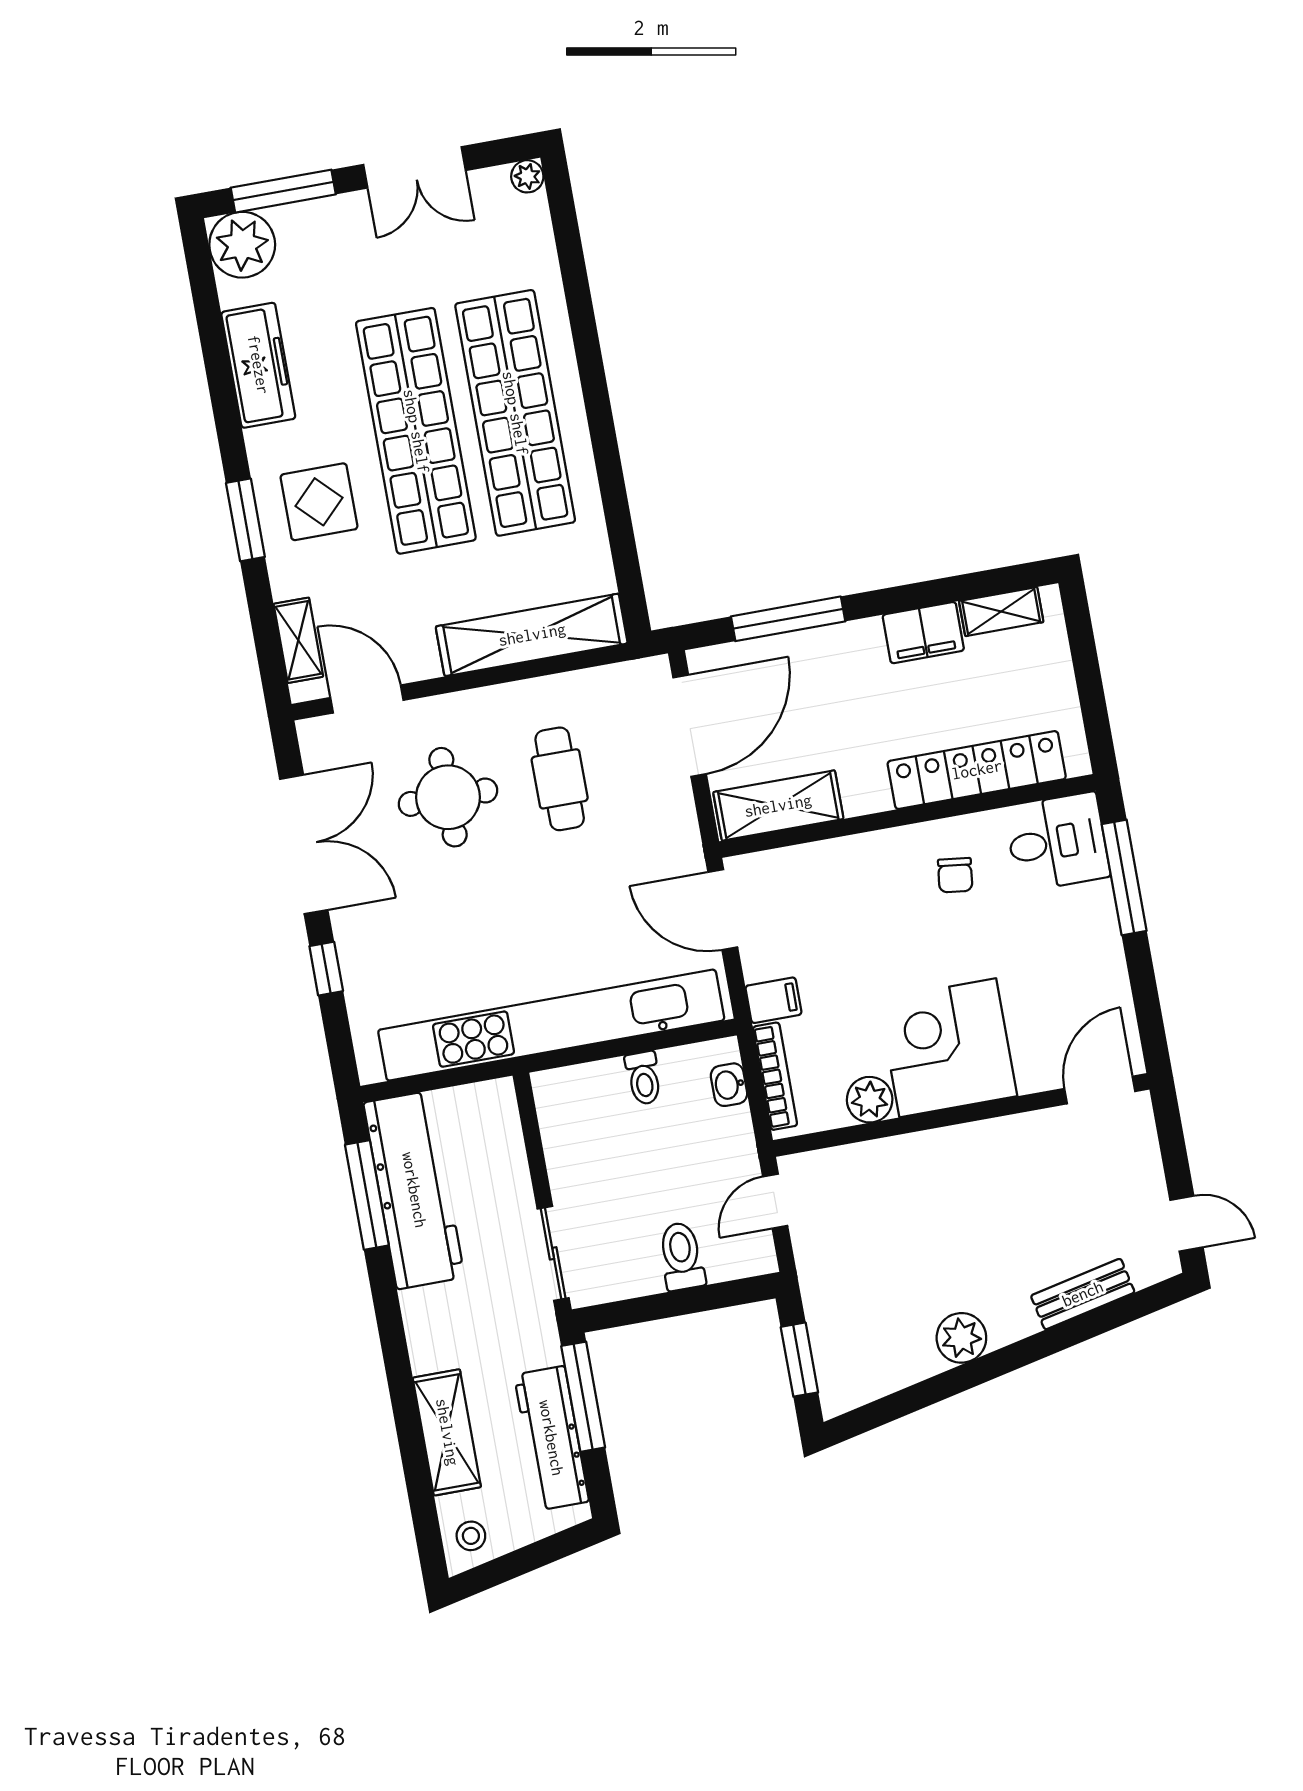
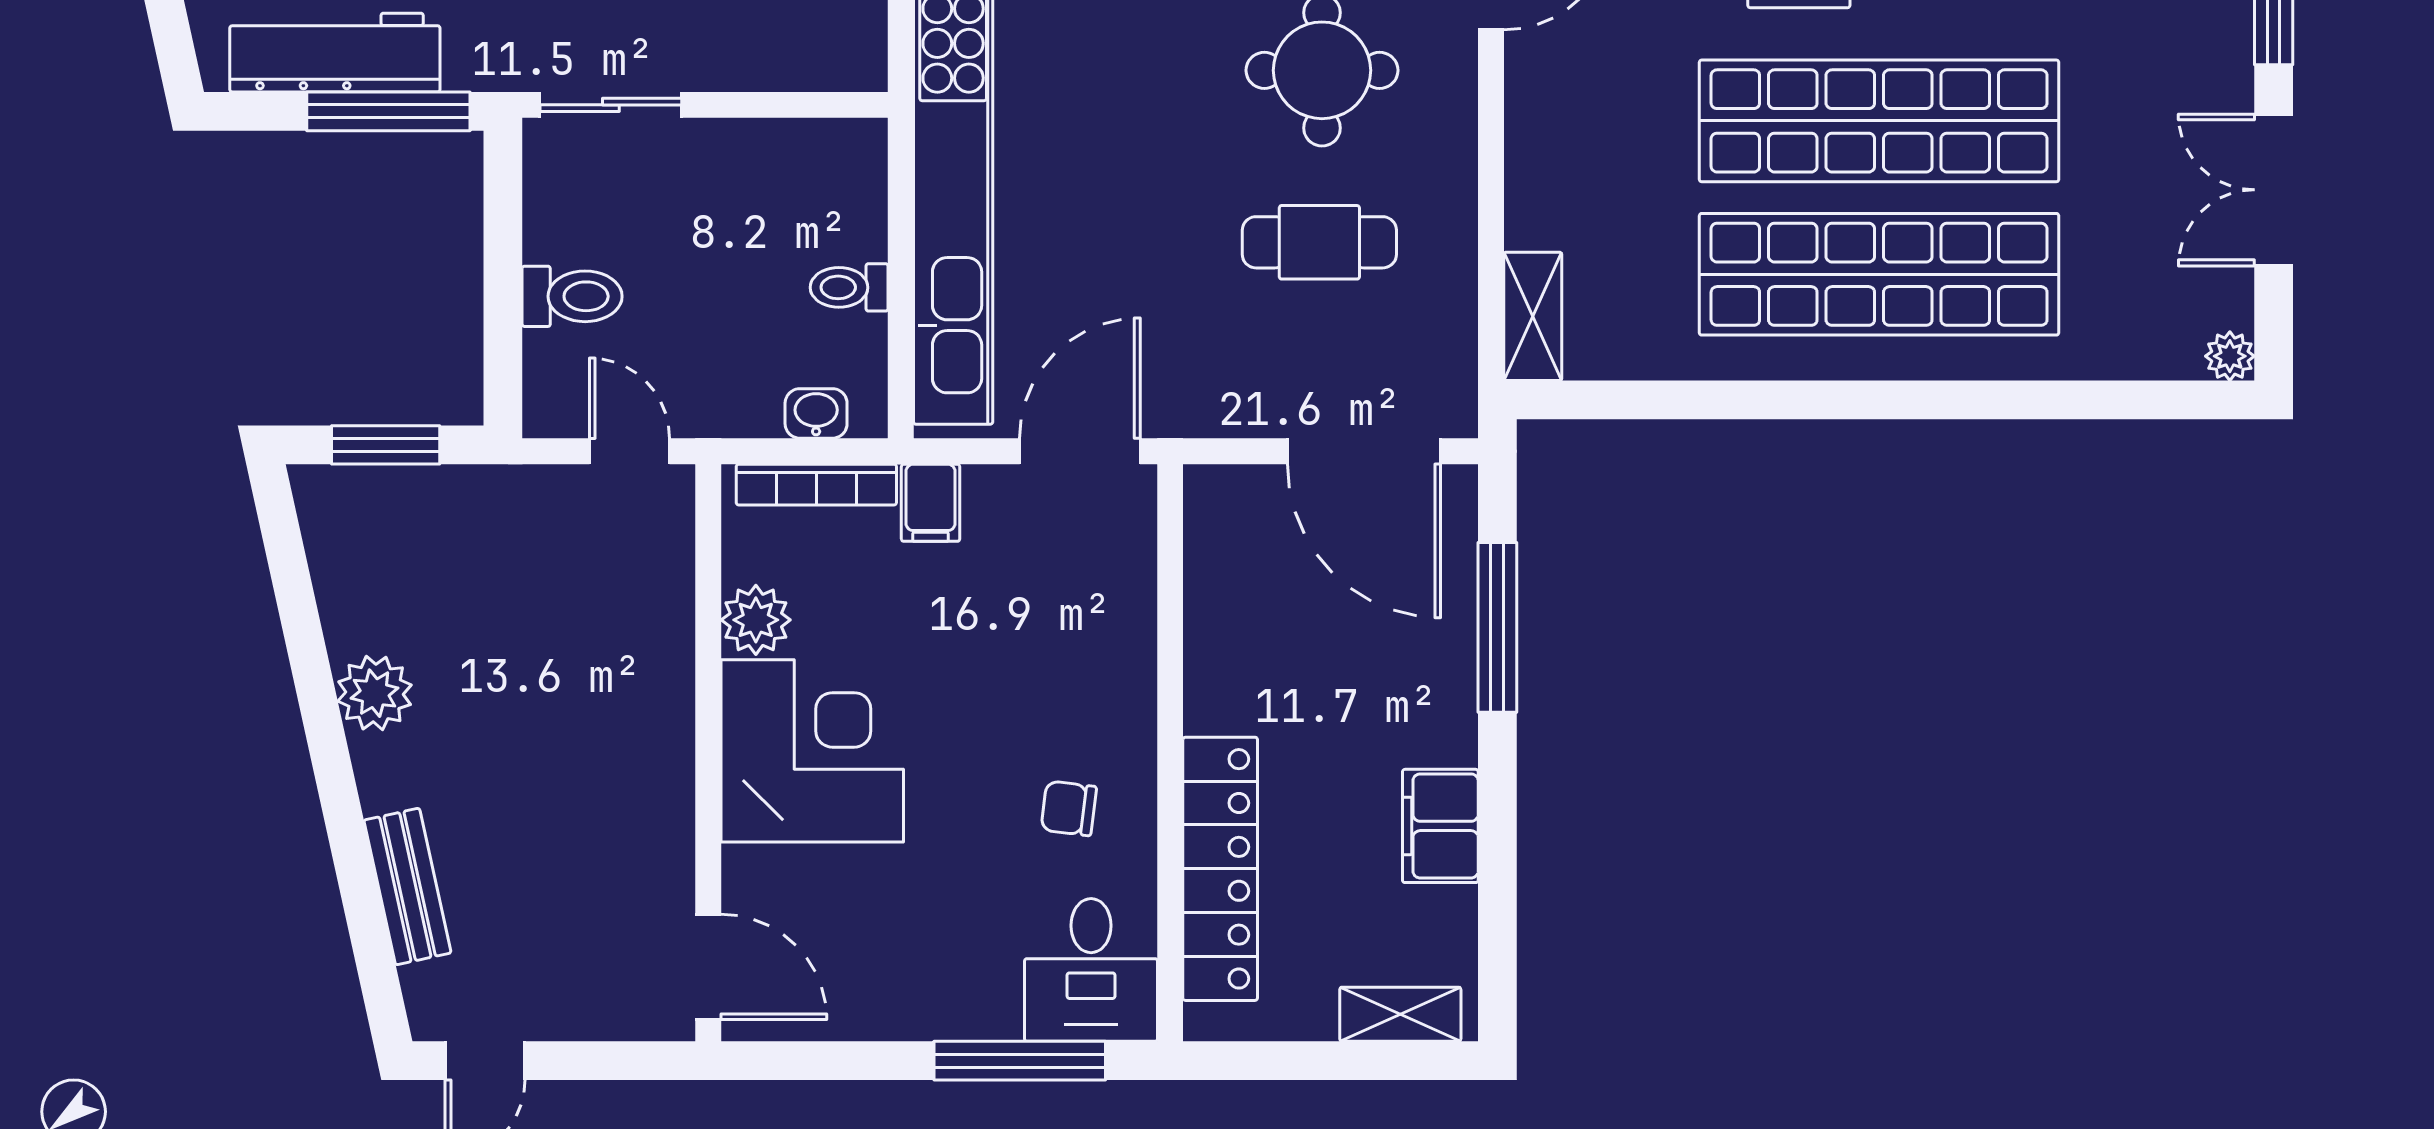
shelving: (1001, 612) -> (1400, 1014), moved, turned 90
shelving: (532, 635) -> (1533, 316), width x0.45, depth x0.75
shelving: (778, 806) -> (1221, 562), removed

